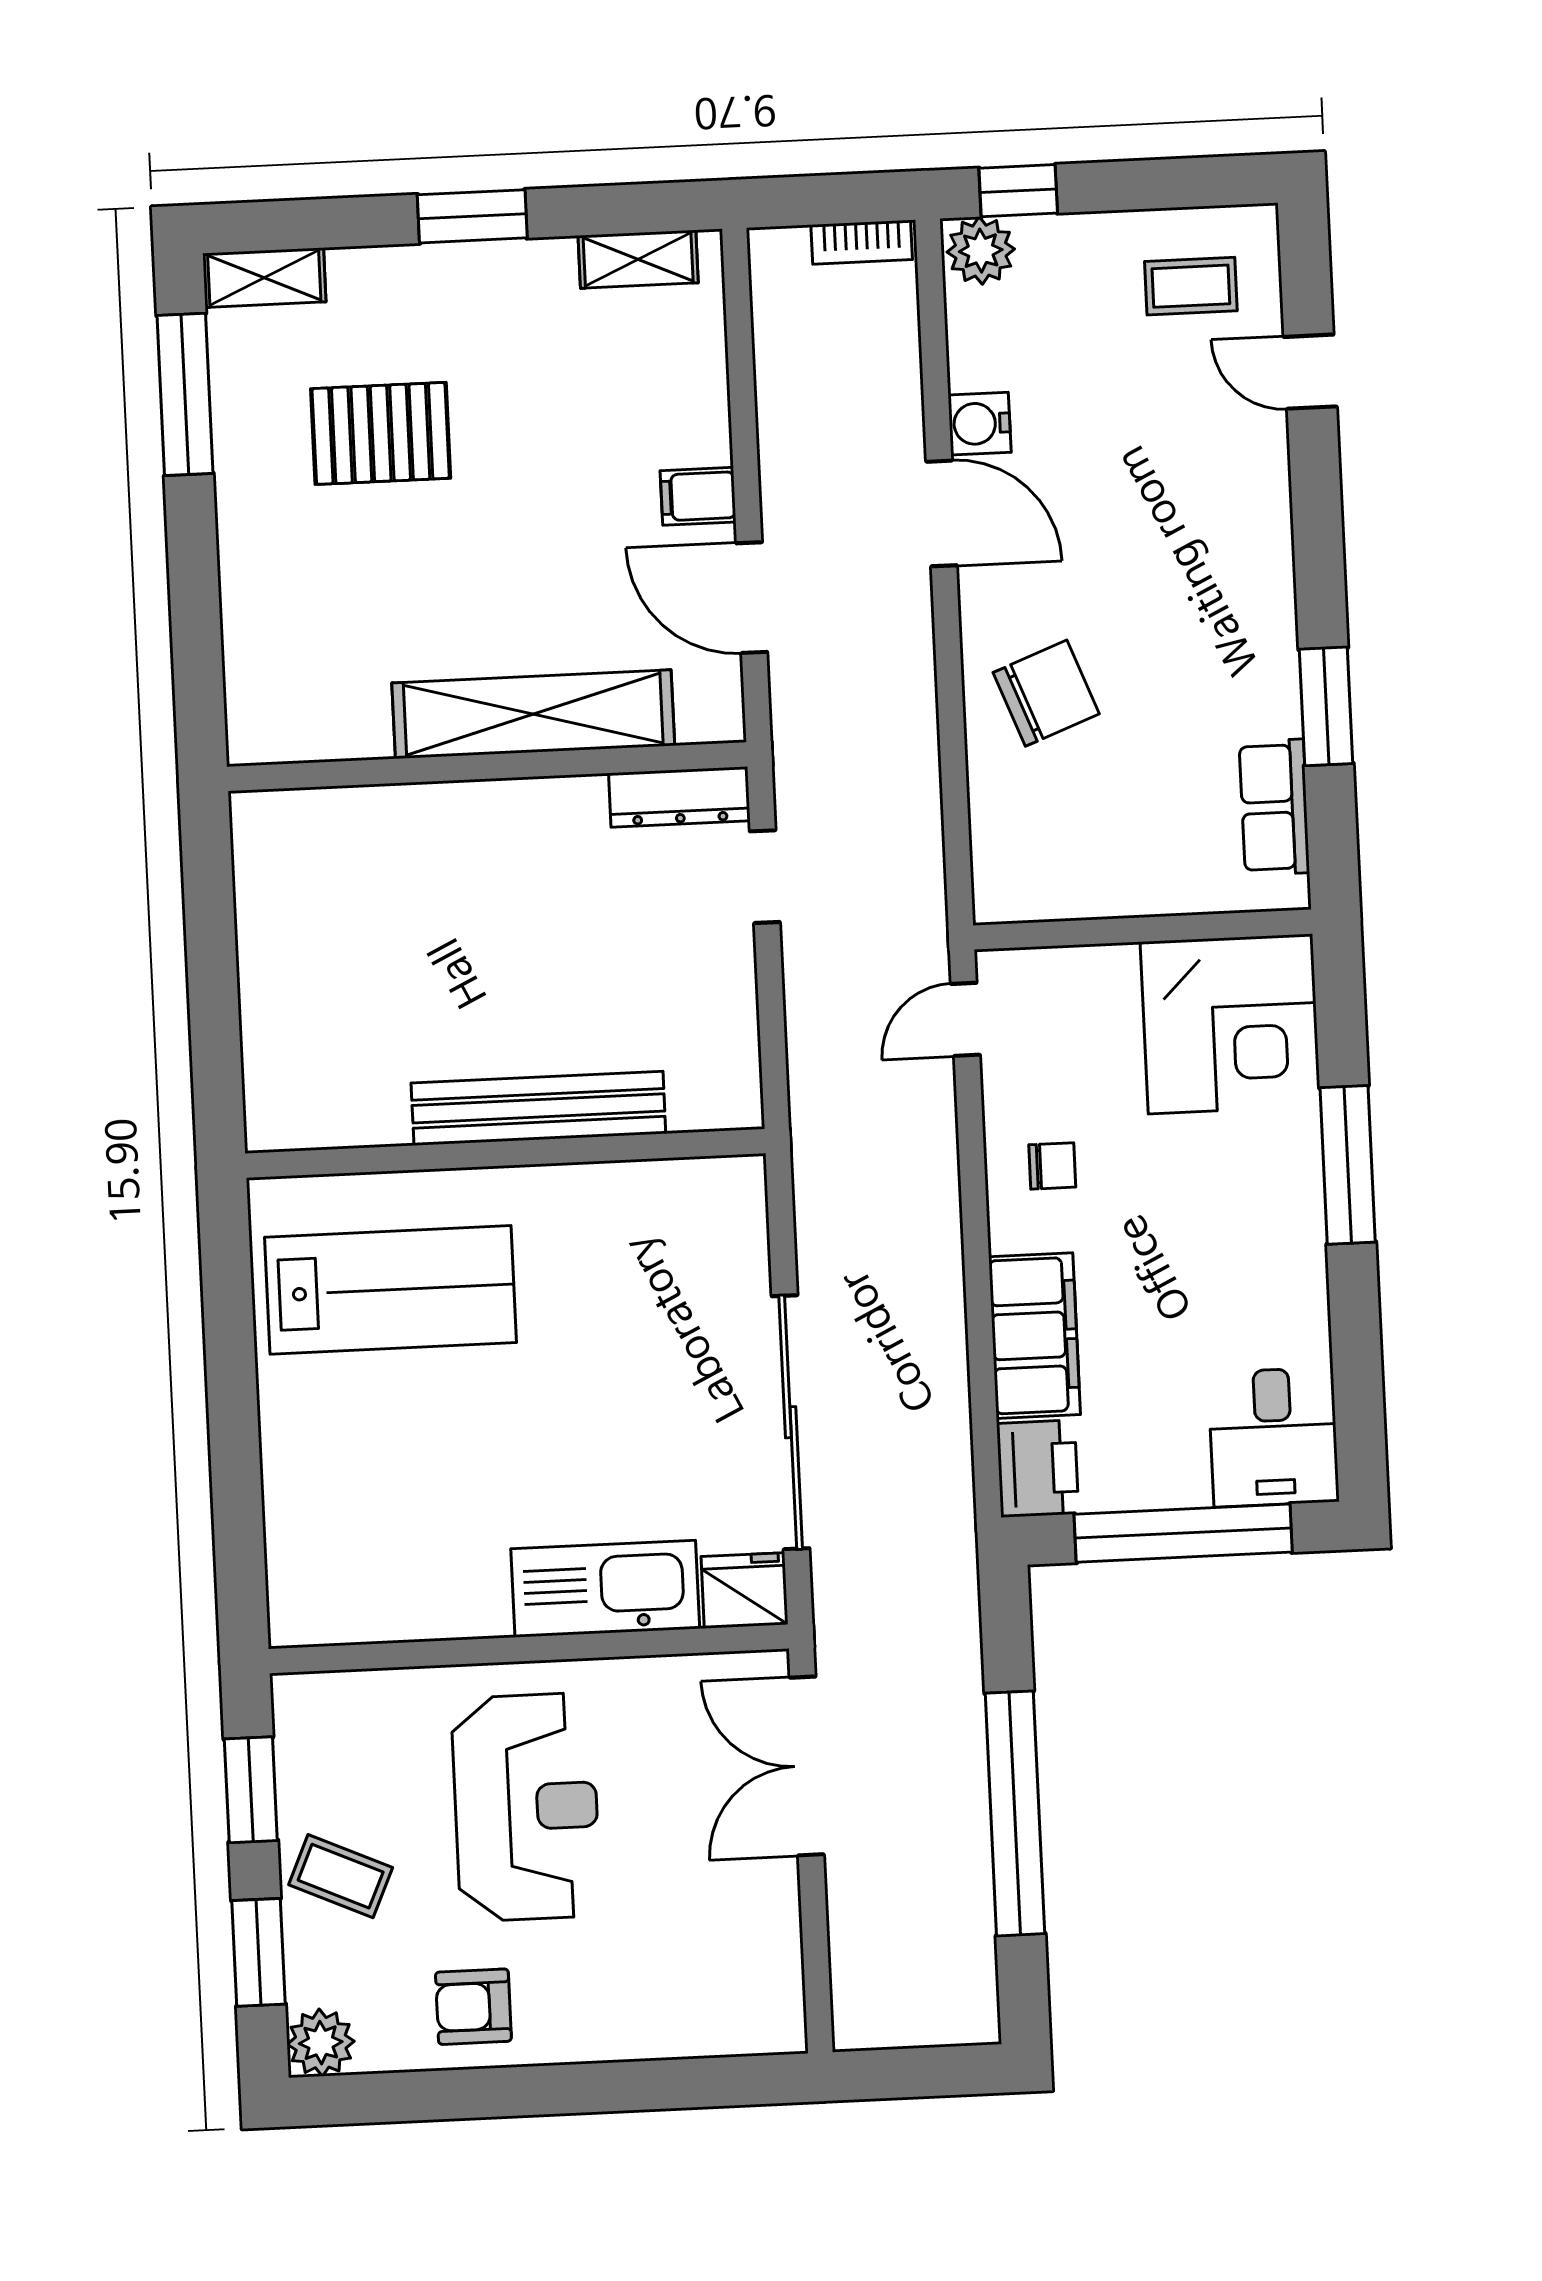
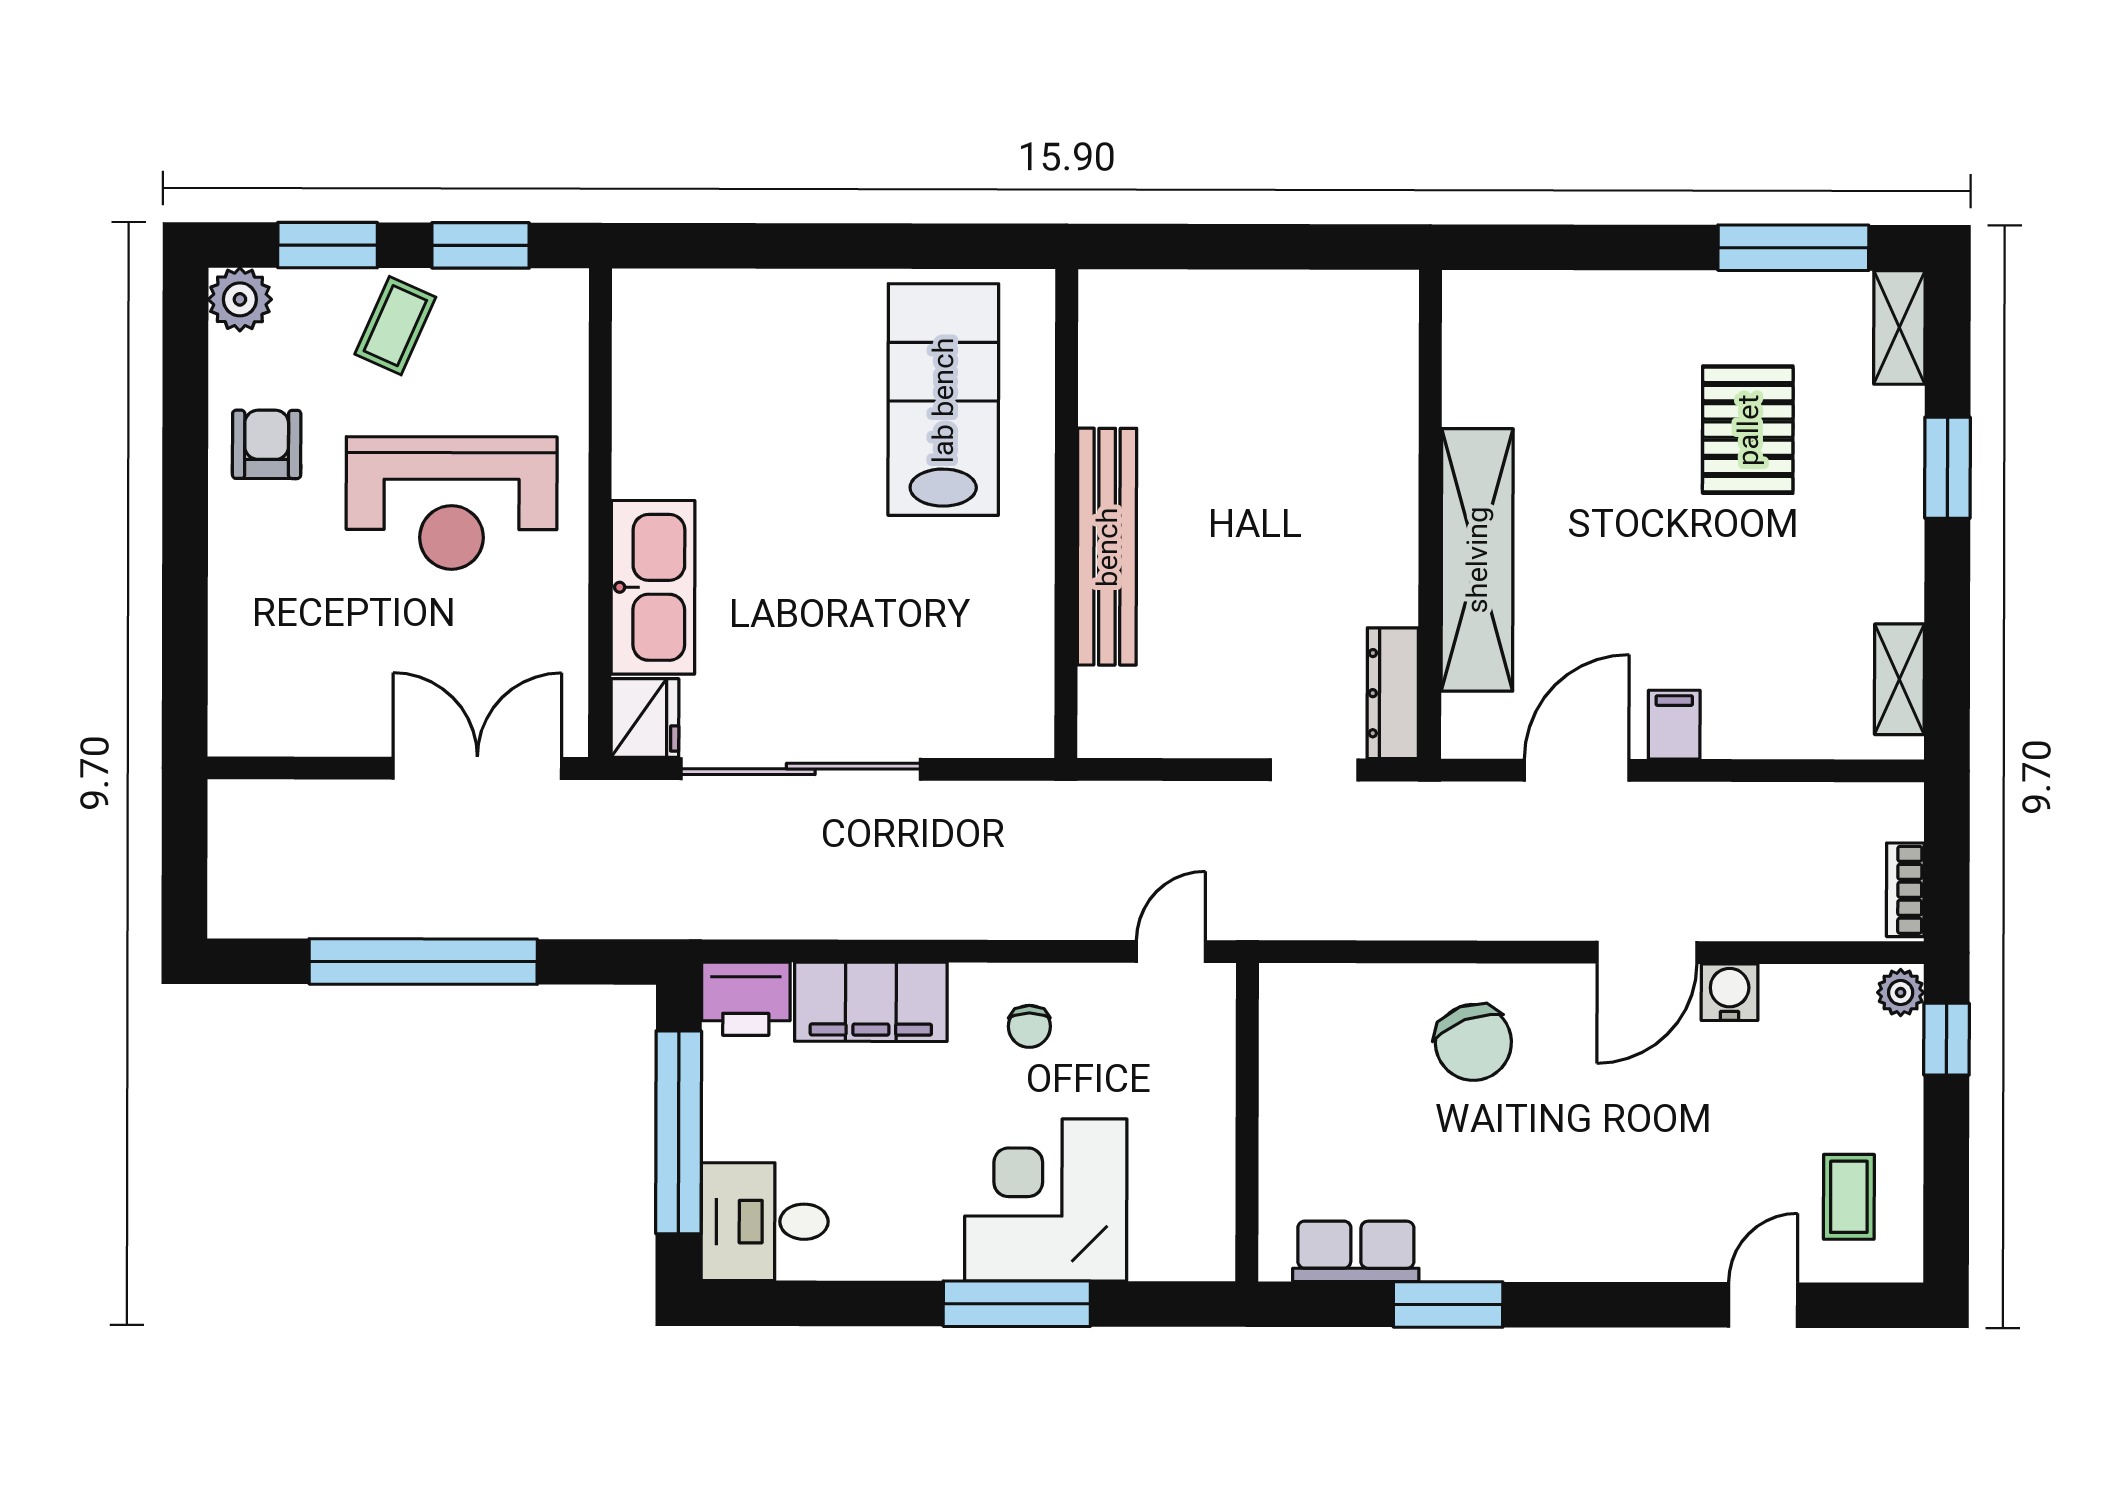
window: (472, 216) -> (1947, 468), moved
plant: (981, 251) -> (1901, 993), width x0.73, depth x0.73
door: (965, 1019) -> (1171, 951), hinge flipped
corner desk: (1230, 1024) -> (1046, 1200), moved, turned 90
lab bench: (391, 1290) -> (943, 400), turned 180

